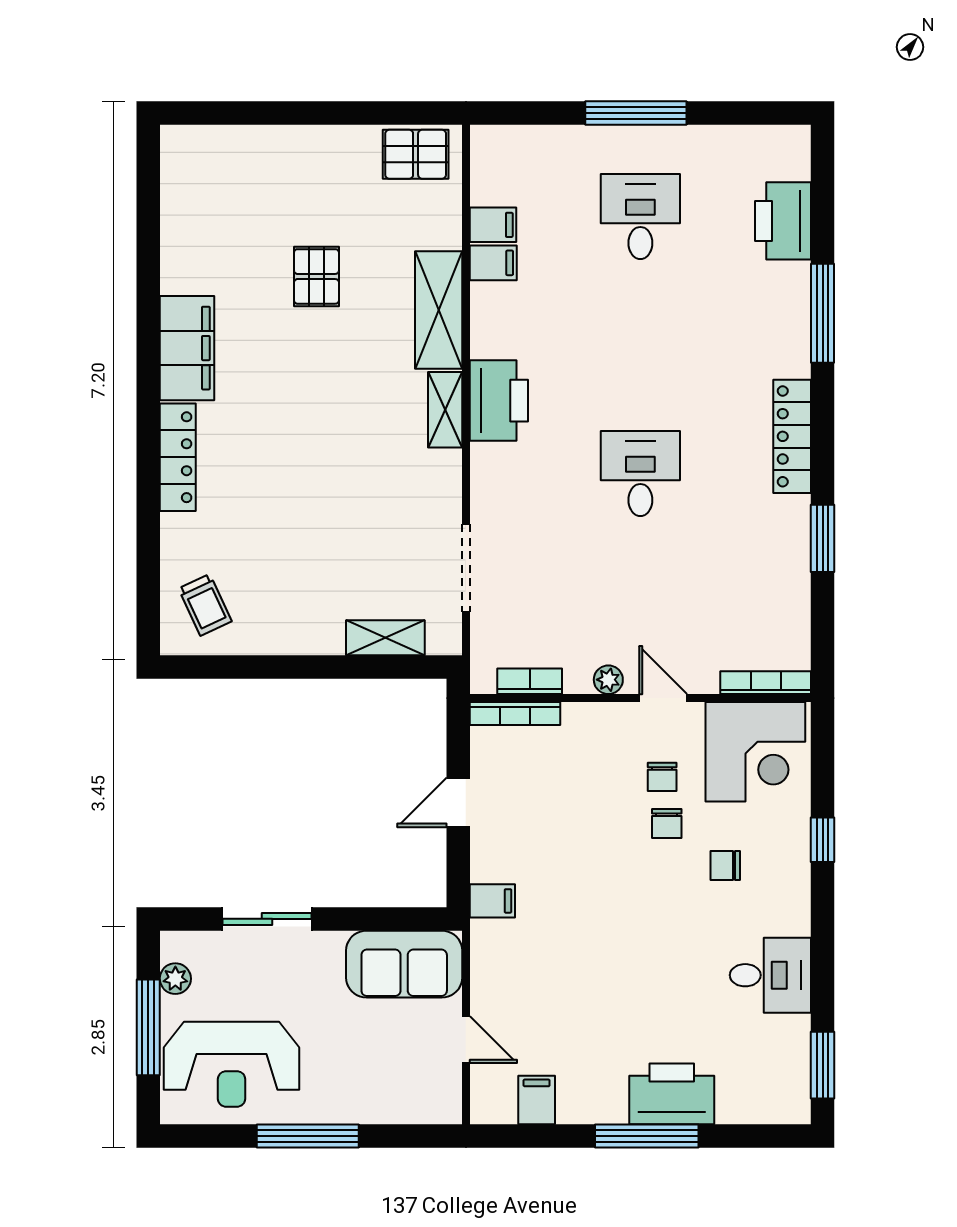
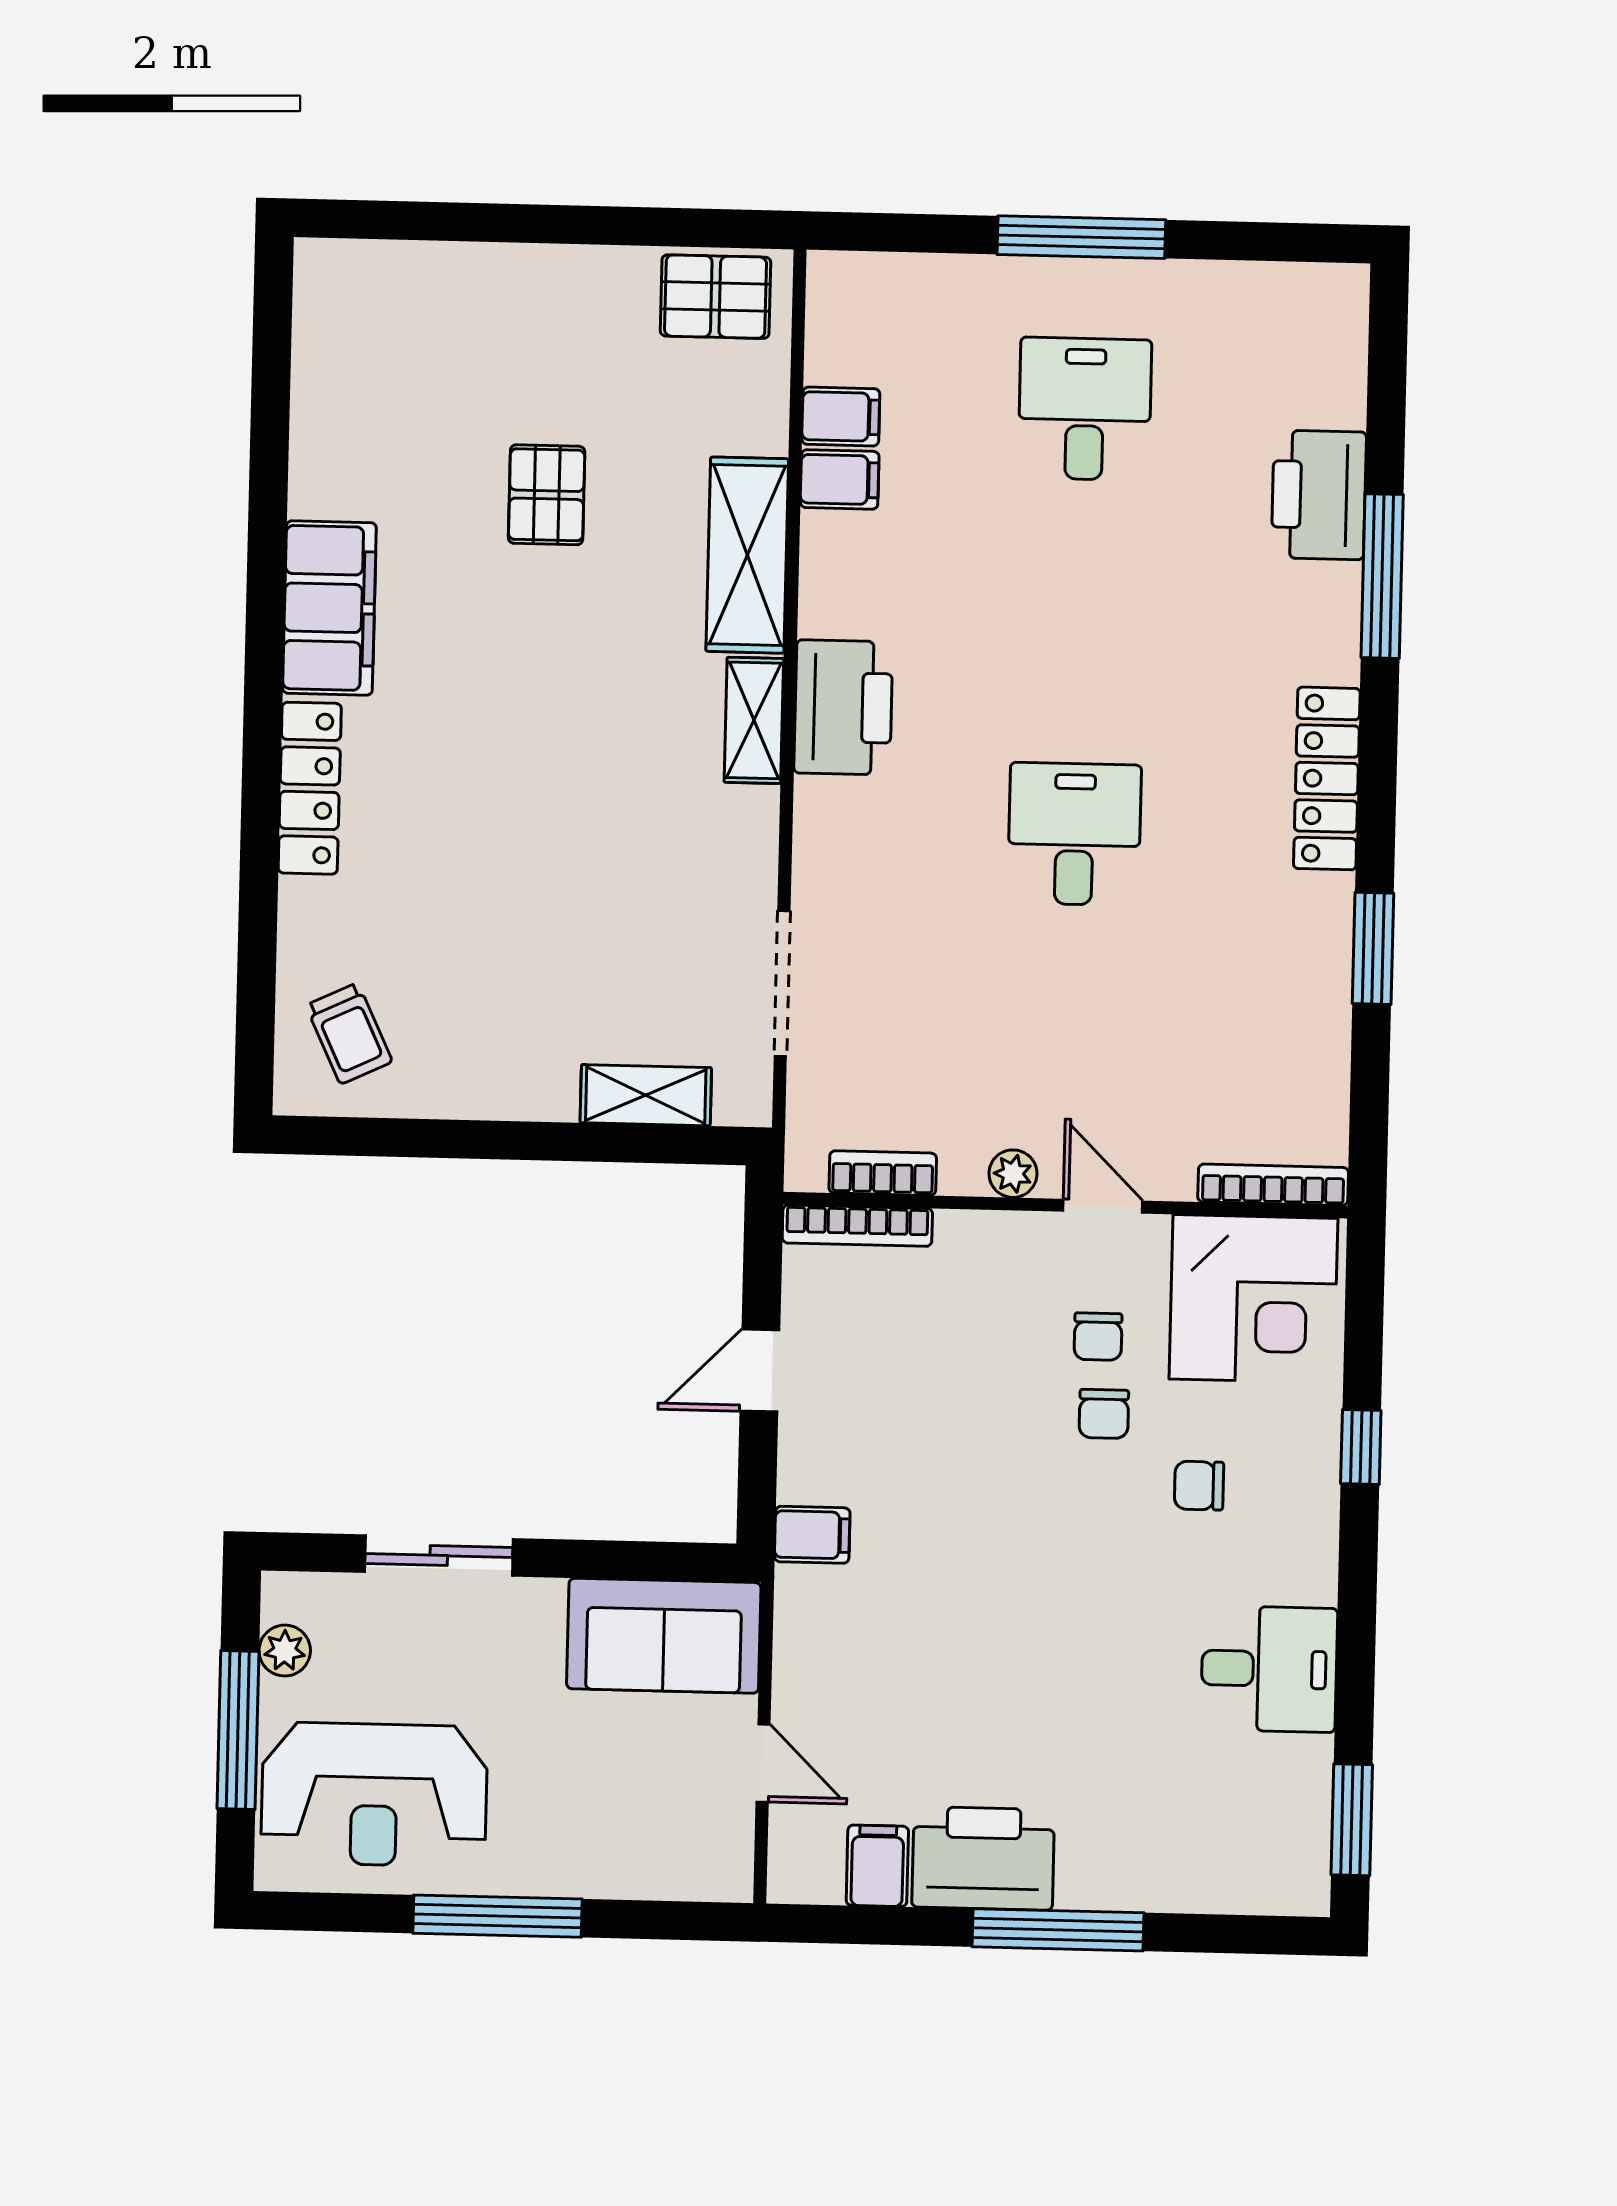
printer: (783, 221) -> (1319, 495), moved
printer: (672, 1094) -> (983, 1858), moved

